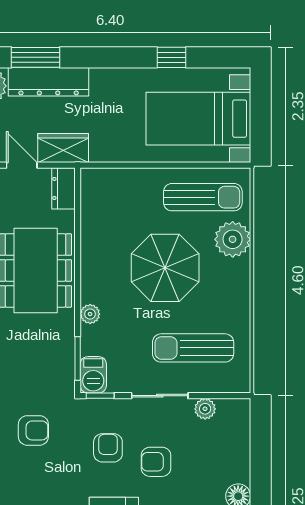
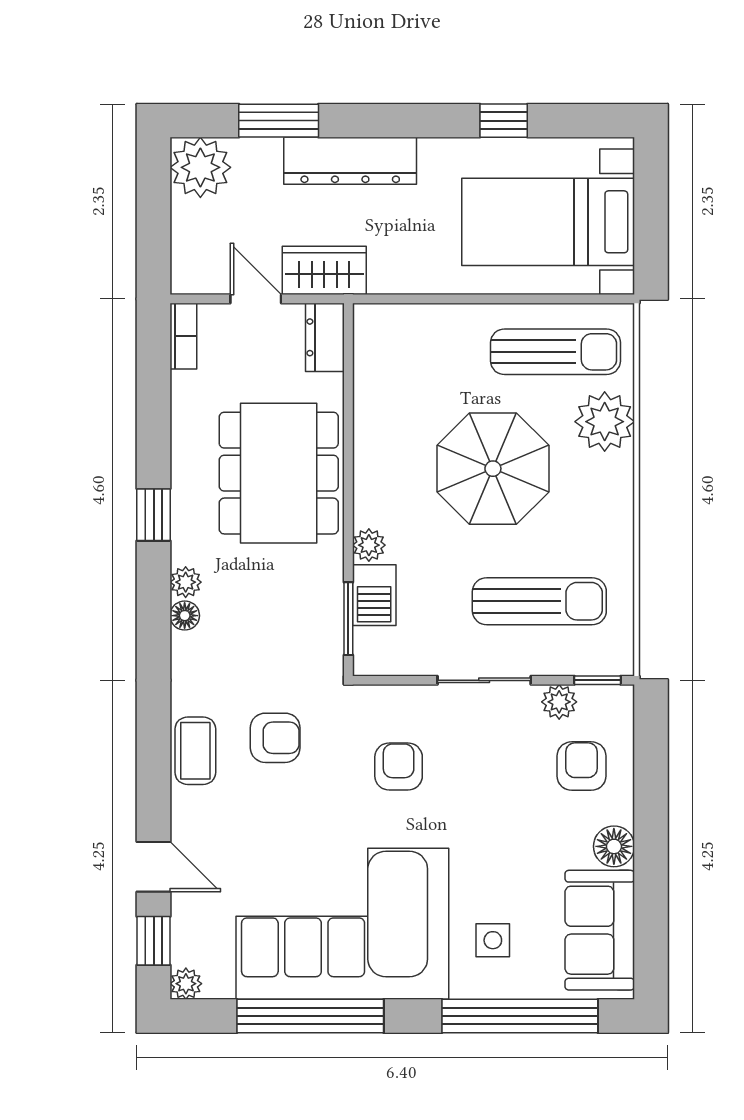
dresser: (49, 82) -> (350, 161), moved
sun lounger: (193, 348) -> (539, 601), turned 180
barbecue: (93, 375) -> (374, 595), moved
window: (100, 396) -> (597, 680), moved
armchair: (156, 462) -> (581, 766), moved, turned 90

